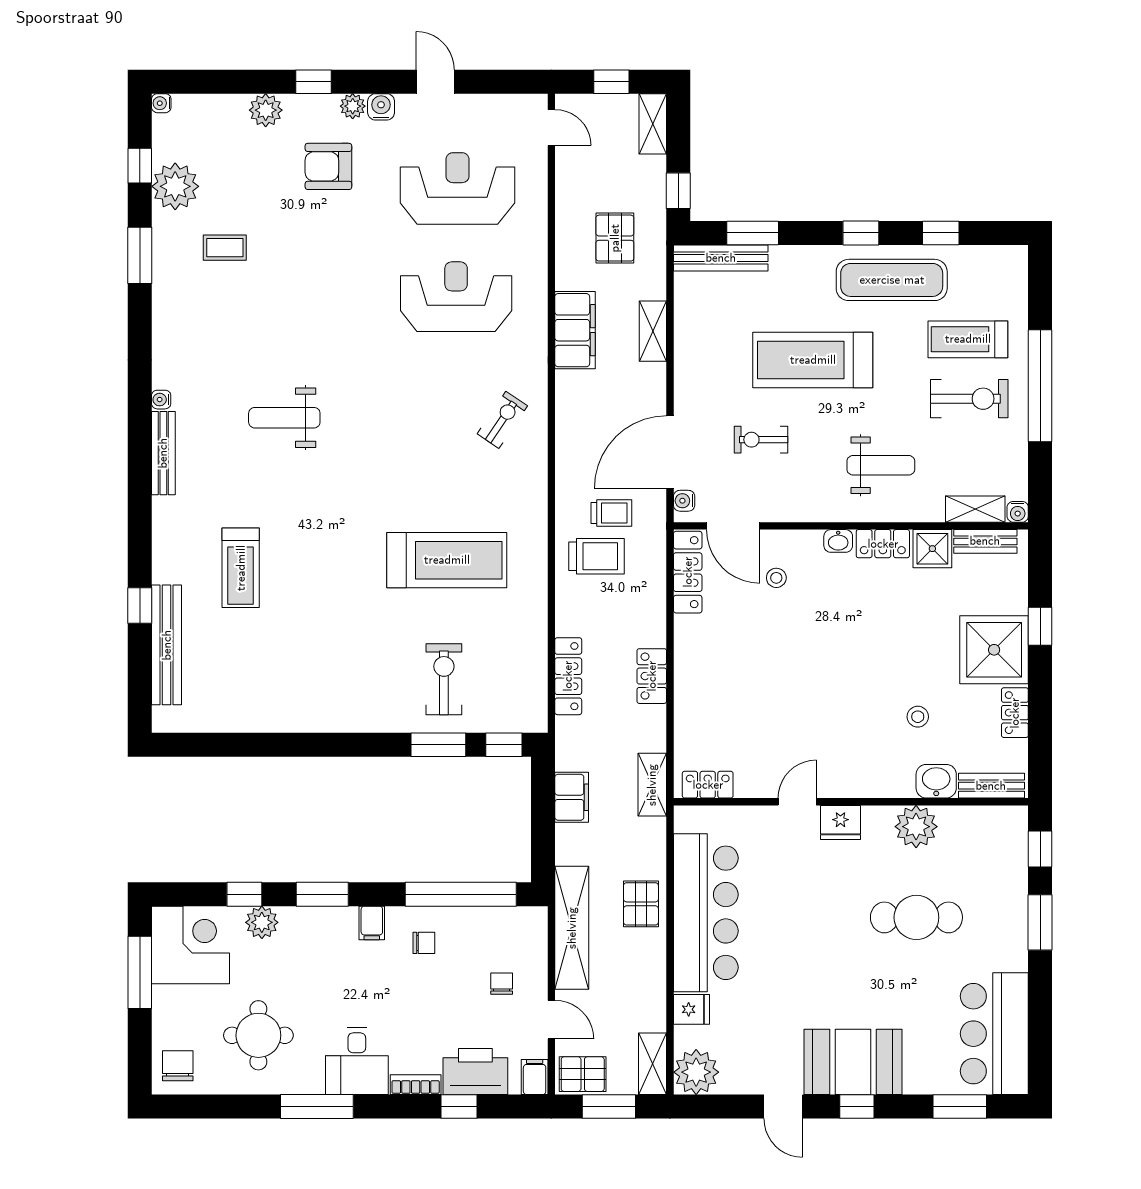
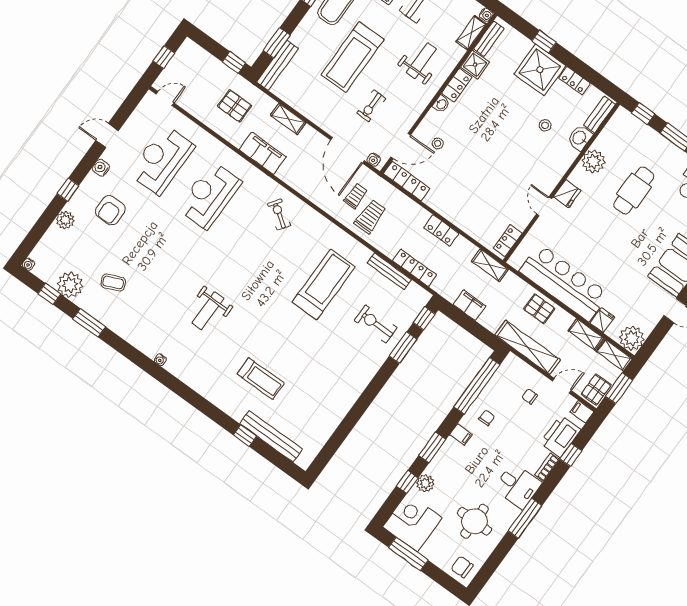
plant: (353, 106) -> (91, 180), removed
shelving: (653, 124) -> (586, 334), moved
coffee table: (225, 248) -> (113, 282), turned 67
bench: (163, 453) -> (389, 271), moved

